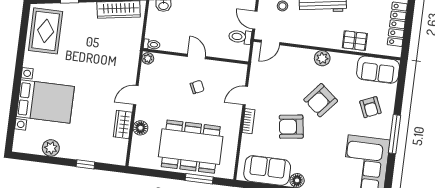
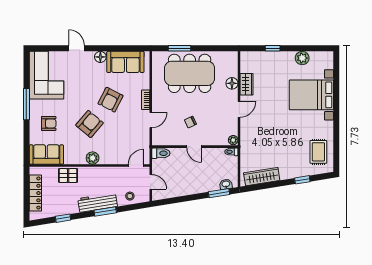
rug: (46, 31) -> (318, 152), width x0.73, depth x0.70
toilet: (240, 37) -> (161, 153), moved
armchair: (370, 107) -> (49, 123), turned 113
armchair: (291, 127) -> (111, 100), turned 125

